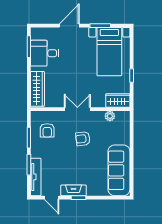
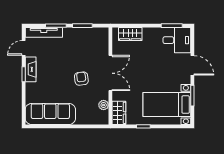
desk: (45, 53) -> (177, 40), moved, turned 90
wardrobe: (37, 89) -> (130, 34), width x0.67
double door: (77, 109) -> (110, 73), width x1.37
armchair: (47, 130) -> (90, 44), removed

